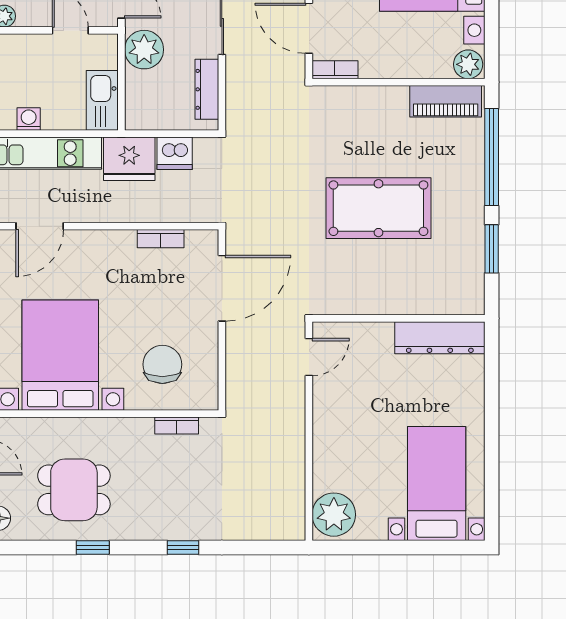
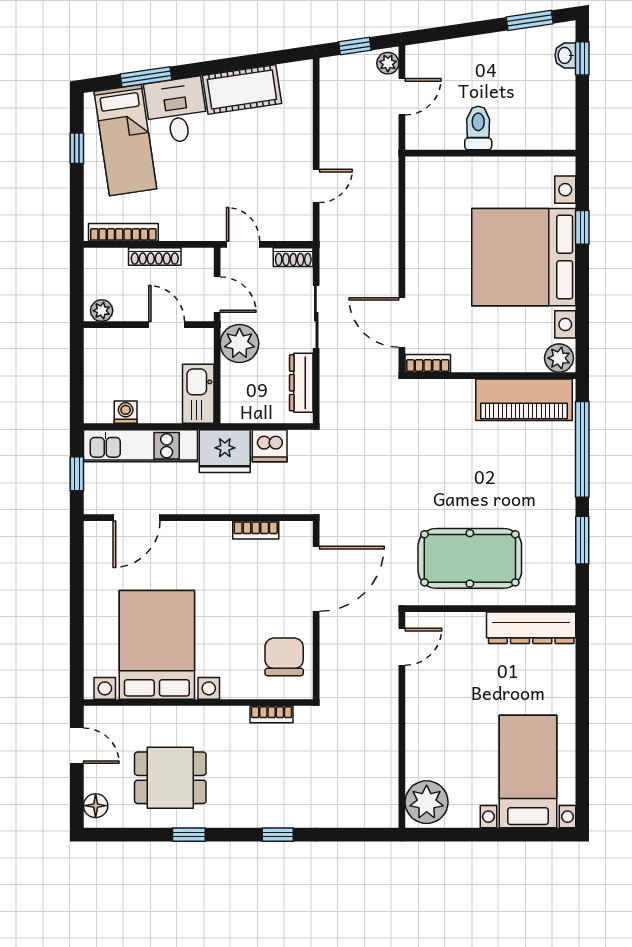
piano: (446, 101) -> (524, 400), width x1.37, depth x1.33
pool table: (378, 208) -> (470, 558), moved
chair: (162, 364) -> (284, 657), moved

